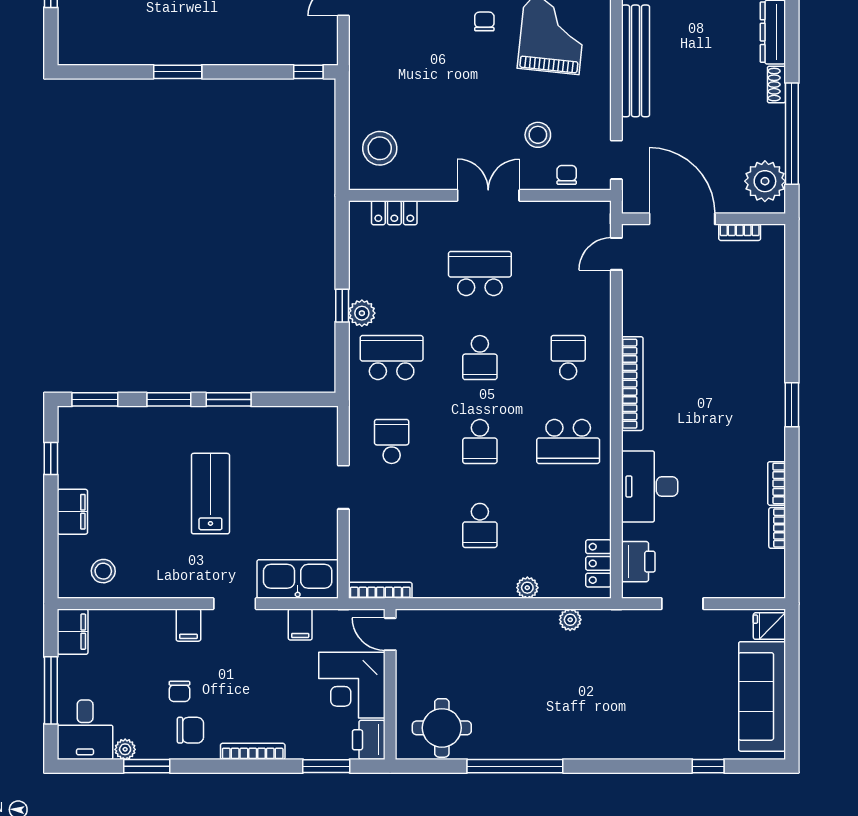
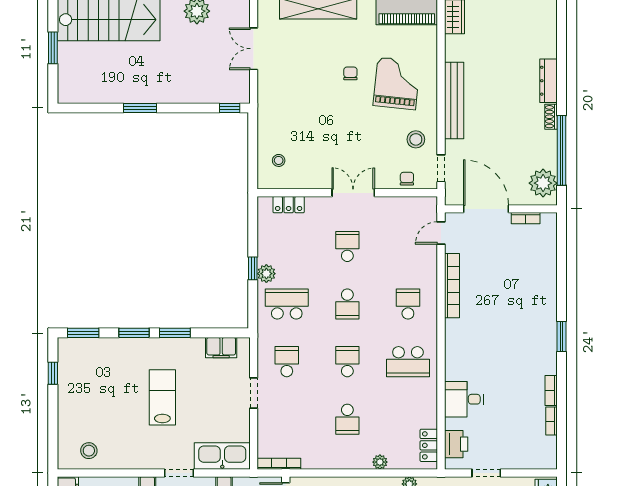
stool: (538, 135) -> (416, 139), moved
stool: (380, 148) -> (279, 160), width x0.53, depth x0.53
school desk: (480, 274) -> (347, 246), width x0.54
bookcase: (632, 384) -> (452, 286), moved
school desk: (480, 441) -> (347, 362), turned 180
desk: (650, 486) -> (464, 399), width x0.73
filing cabinet: (72, 512) -> (221, 348), moved, turned 90

